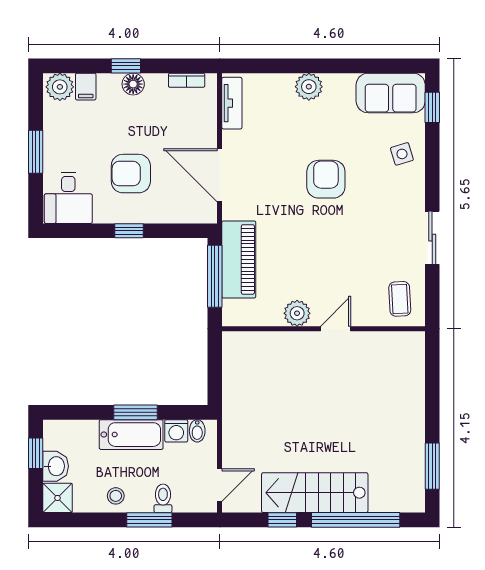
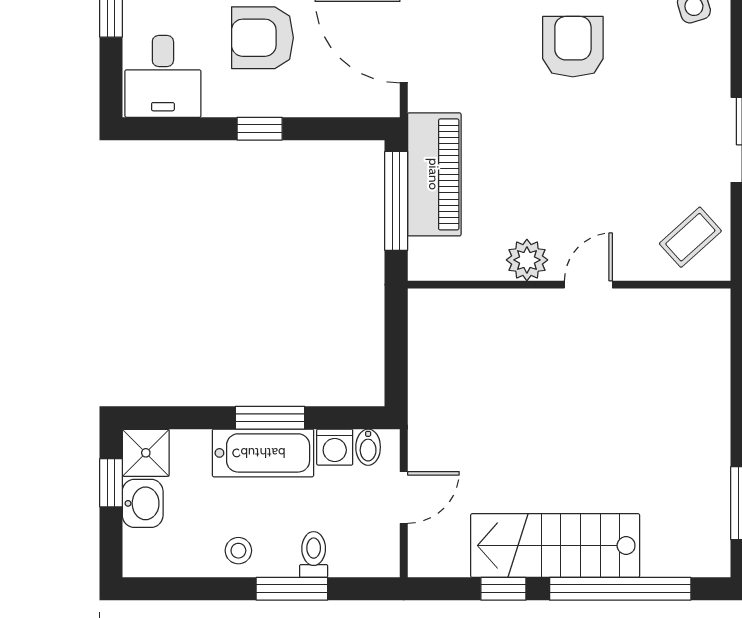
coffee table: (400, 299) -> (690, 237), turned 51
door: (220, 485) -> (404, 497), moved
shower: (58, 498) -> (146, 453), moved

